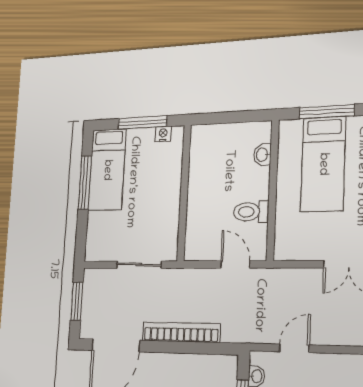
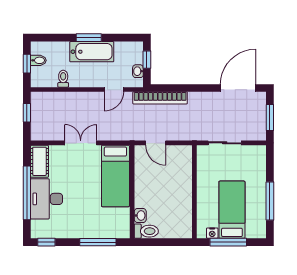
bed: (323, 164) -> (115, 176), moved, turned 180
bed: (107, 170) -> (232, 210), moved
toilet: (251, 212) -> (146, 231), moved
bookcase: (181, 332) -> (160, 98), moved

